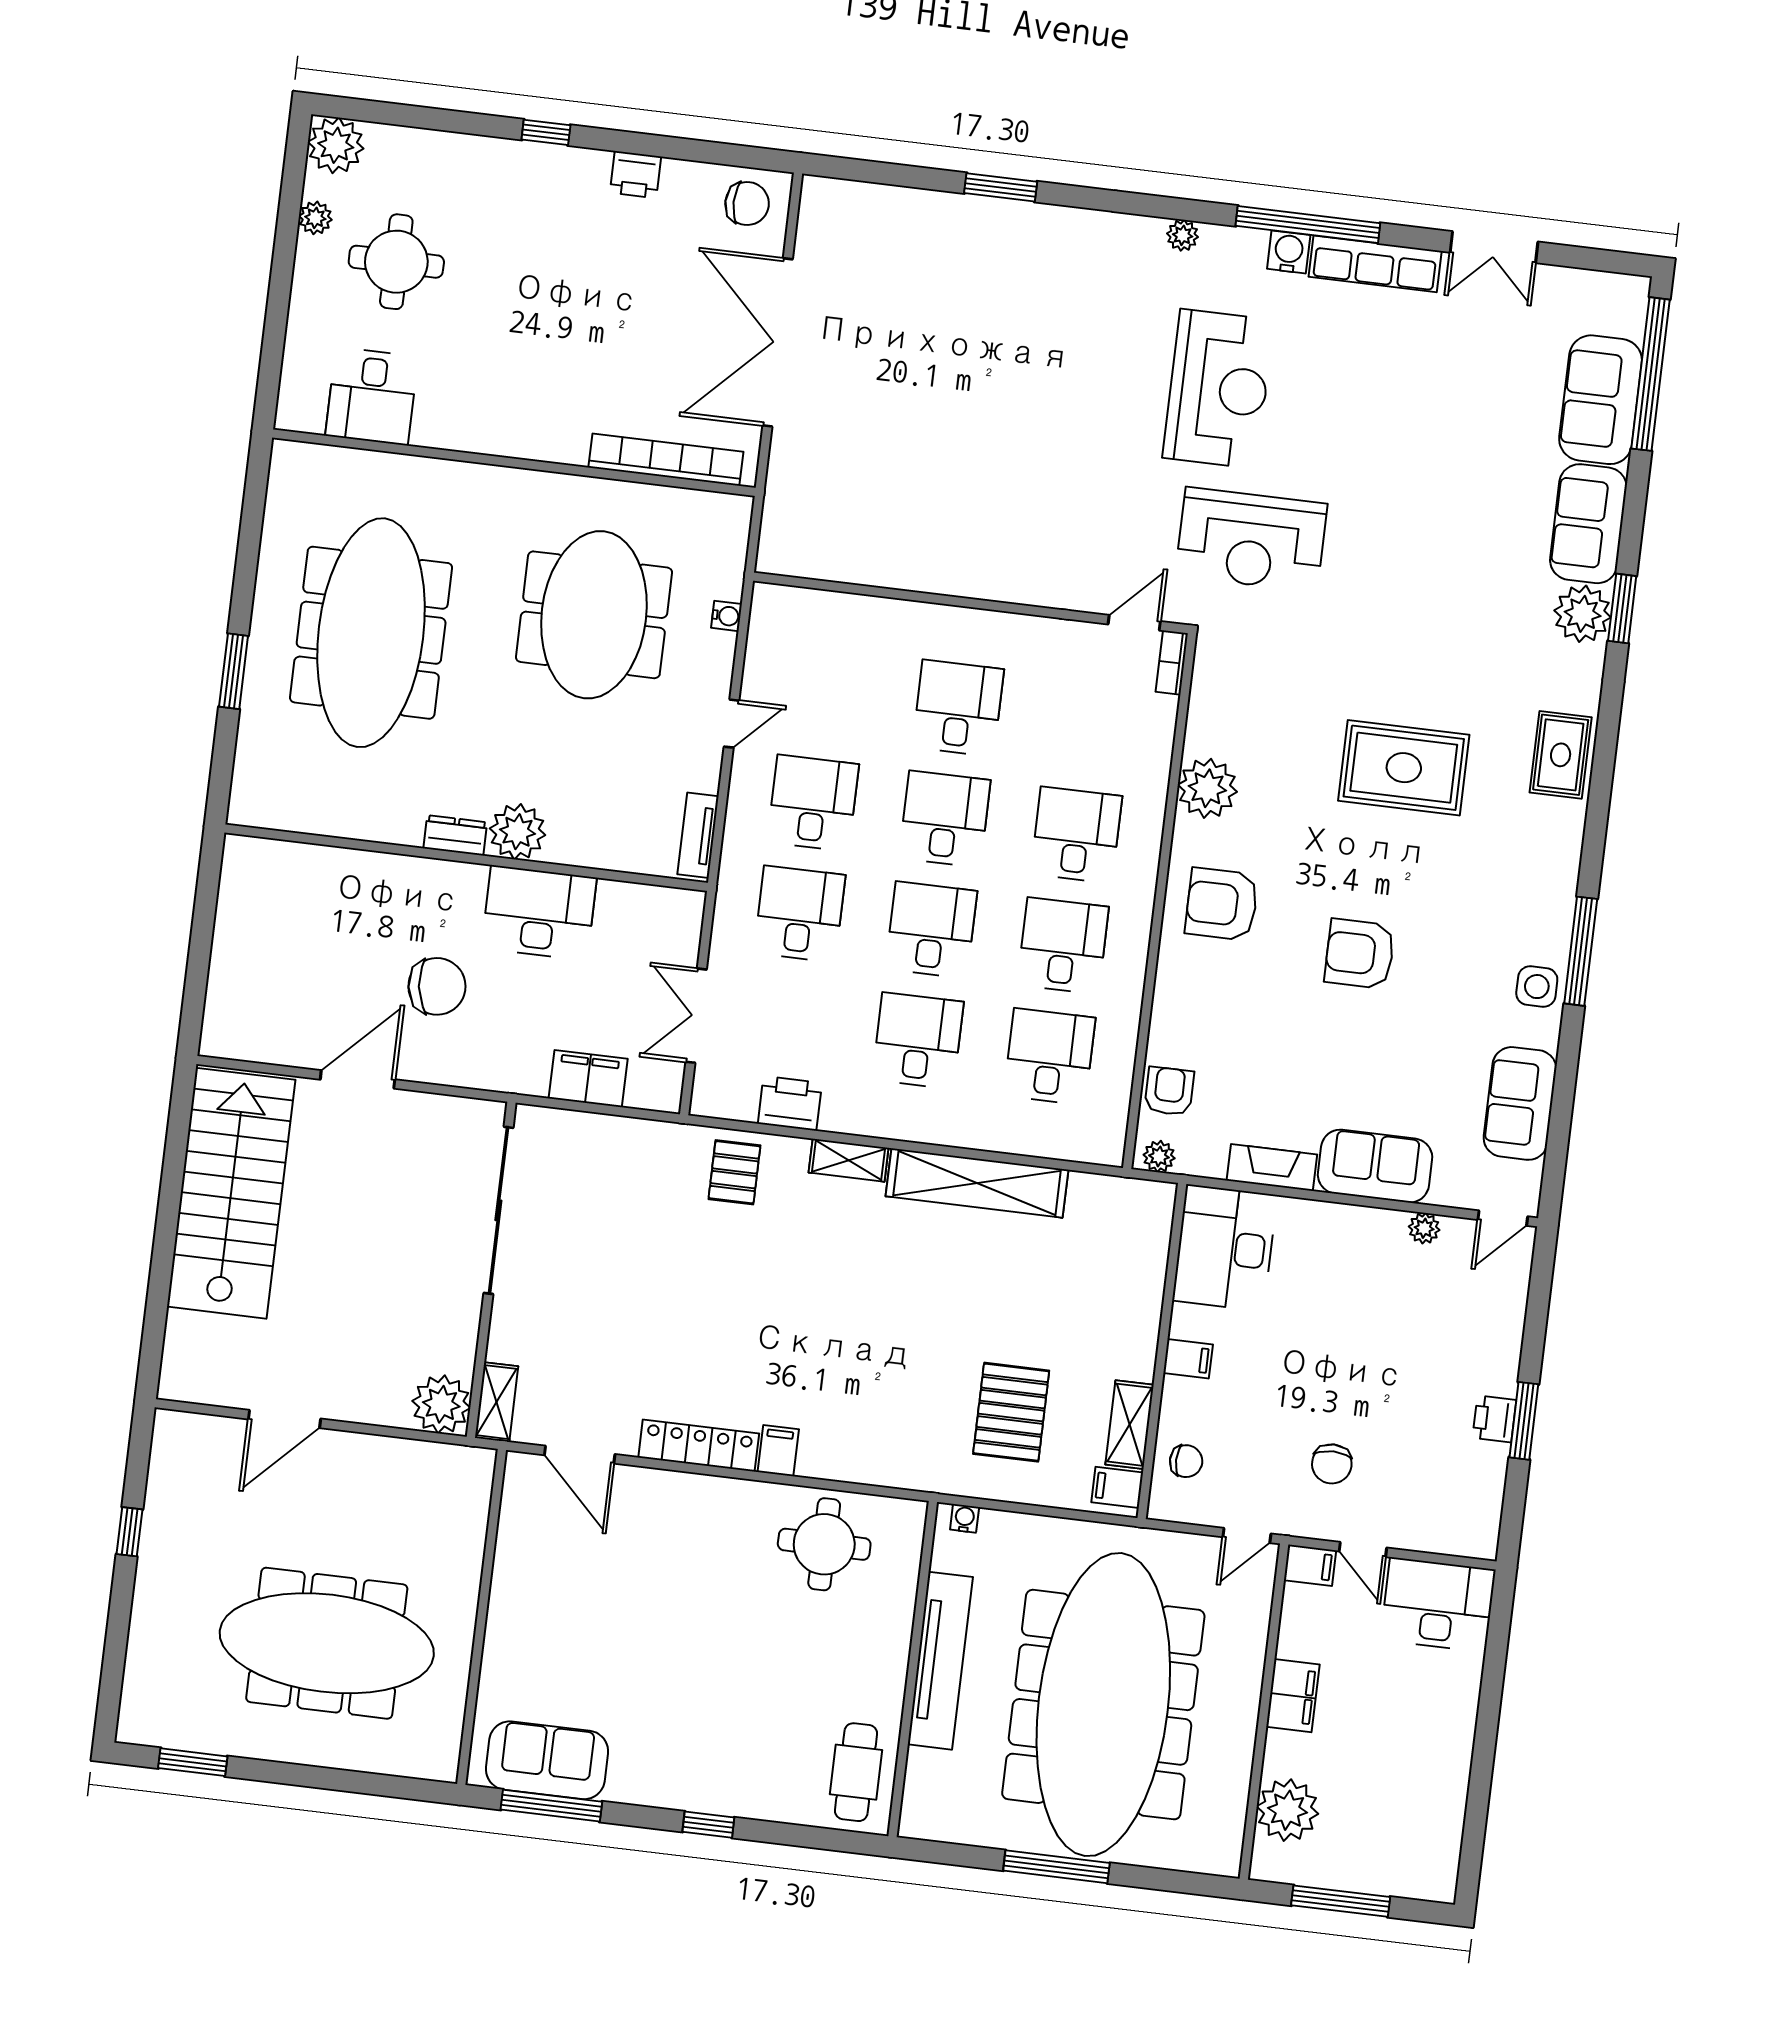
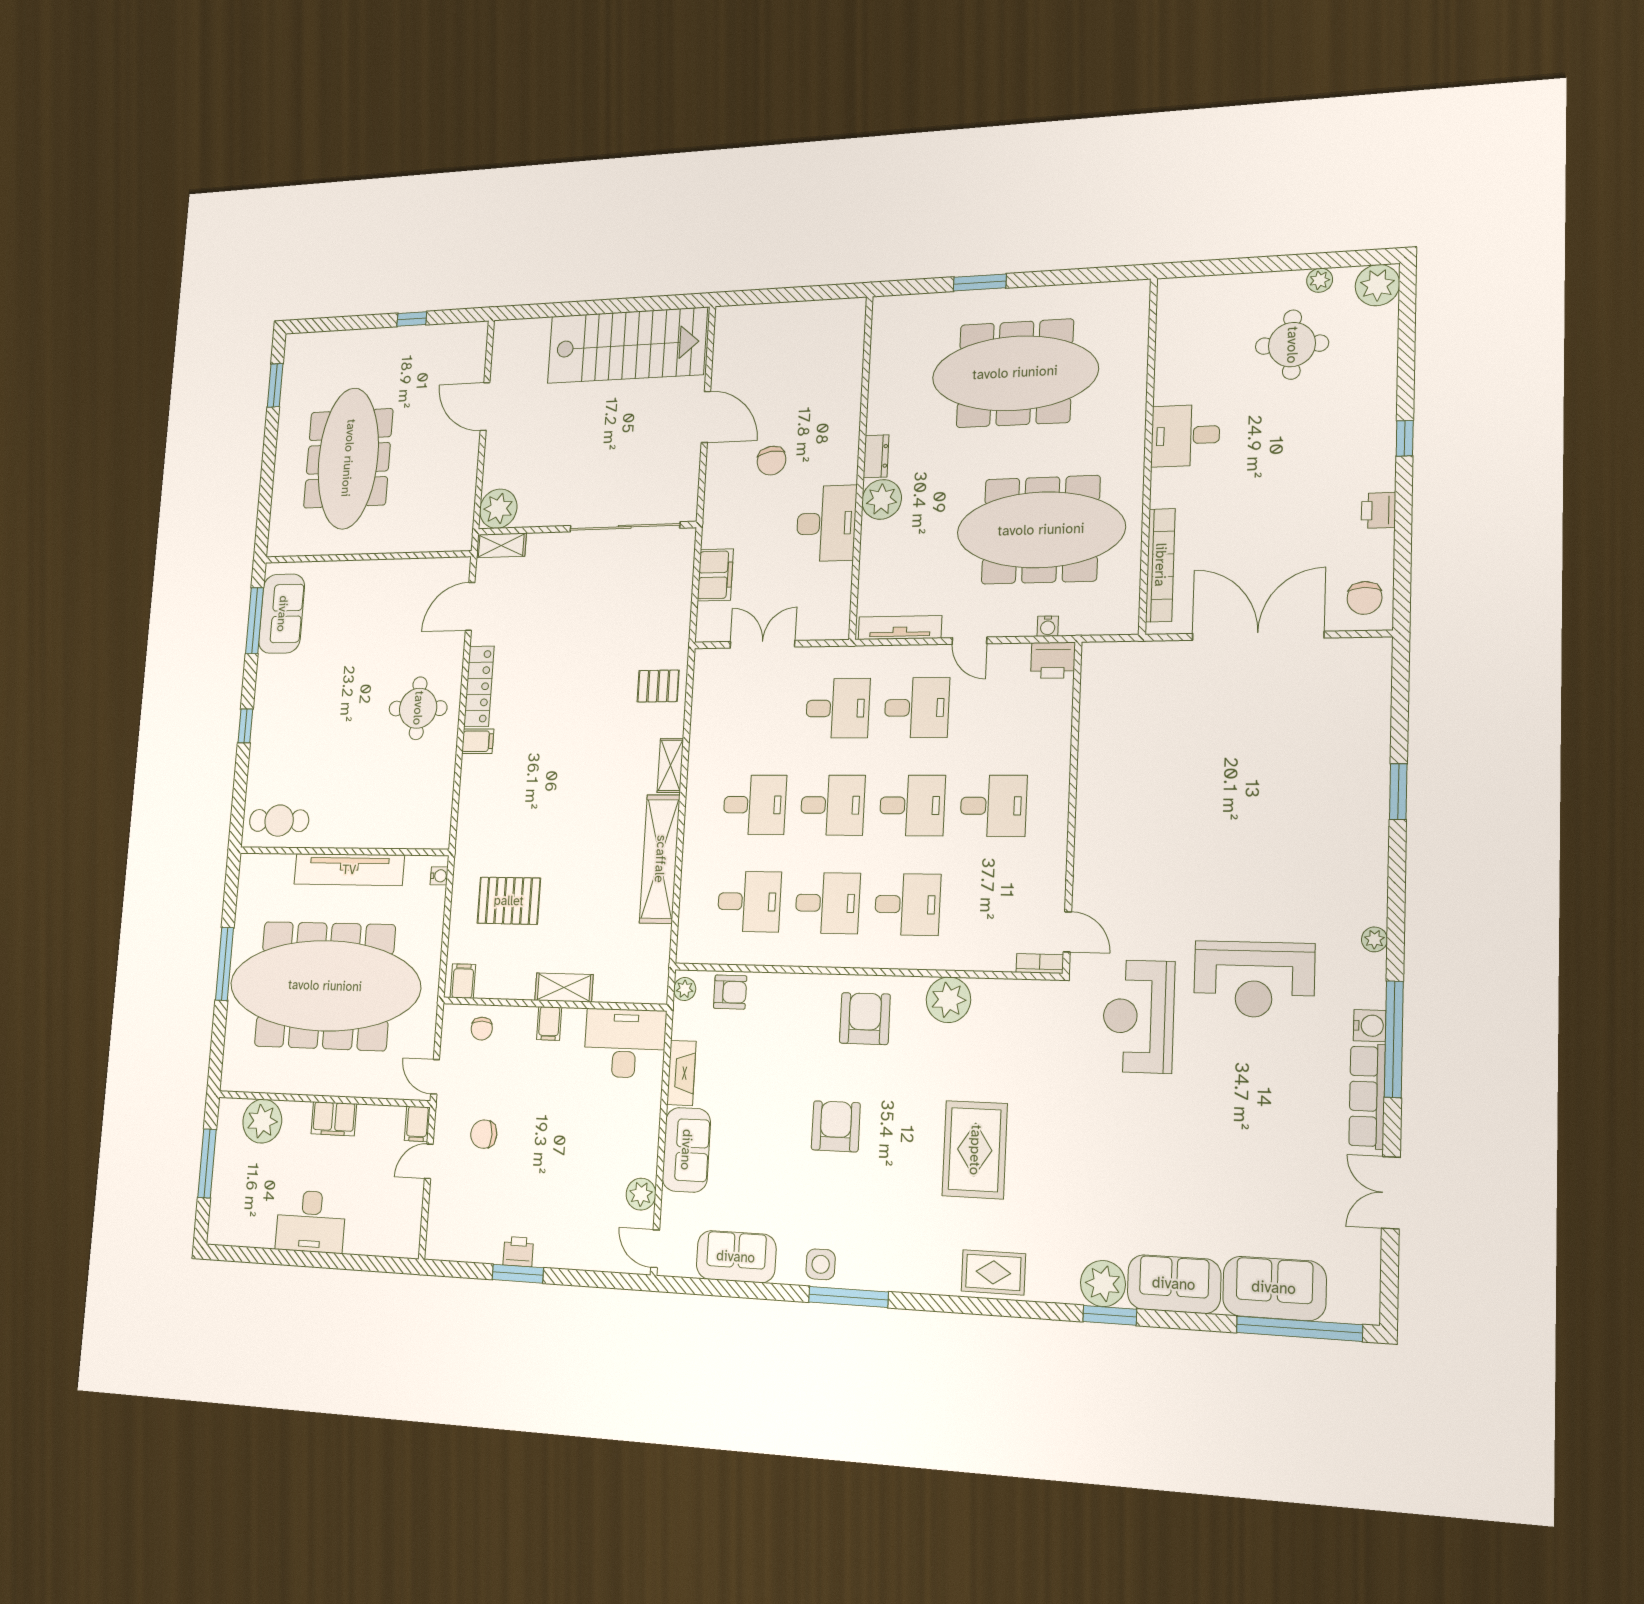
desk: (372, 396) -> (1185, 436), moved
meeting table: (594, 615) -> (1041, 530), width x1.36
tv unit: (698, 835) -> (900, 628), width x1.41
chair: (437, 986) -> (772, 461), width x0.73, depth x0.73
printer: (790, 1103) -> (1053, 660), moved, turned 90
plant: (1424, 1228) -> (641, 1194), width x1.38, depth x1.38
shelving: (1130, 1425) -> (564, 988), moved
round table: (824, 1544) -> (418, 708), moved
desk: (1438, 1605) -> (311, 1221), moved, turned 90

